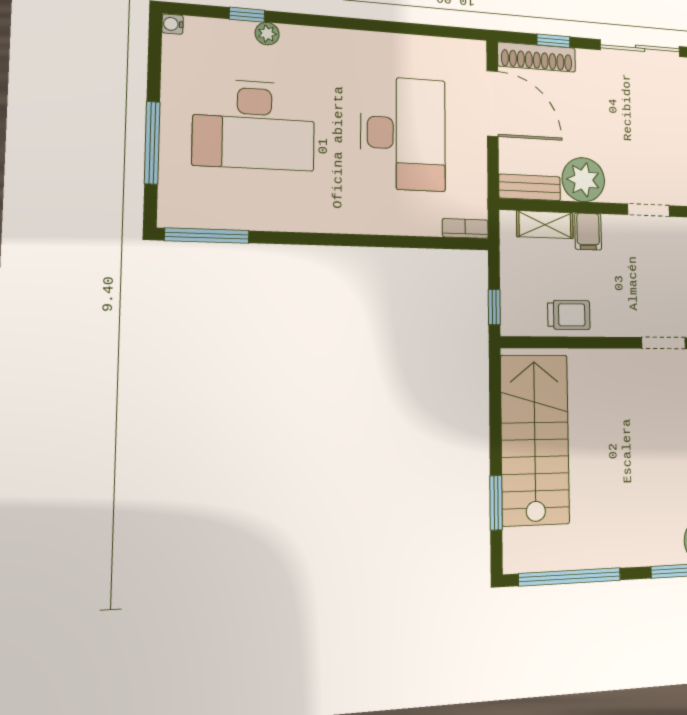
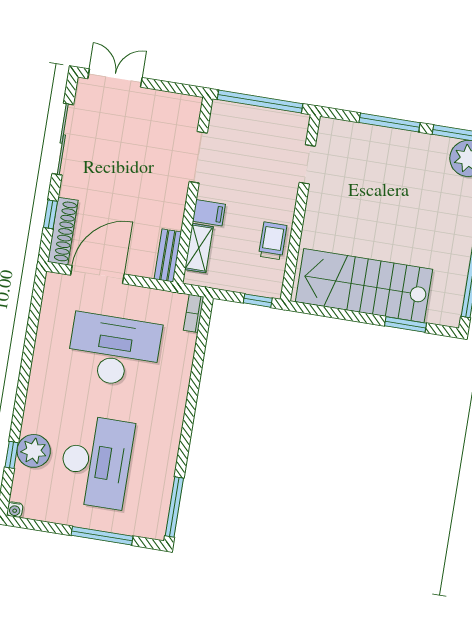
plant: (267, 34) -> (34, 451), width x1.87, depth x1.87
plant: (583, 180) -> (167, 209), removed
doorway: (648, 210) -> (198, 157), width x1.38

